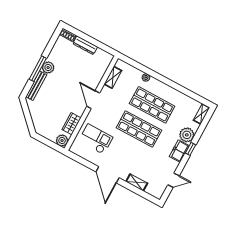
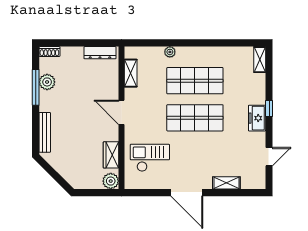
dresser: (85, 45) -> (100, 53), moved
plant: (48, 68) -> (47, 82), moved
window: (38, 69) -> (36, 87), moved
plant: (187, 135) -> (256, 94), removed

